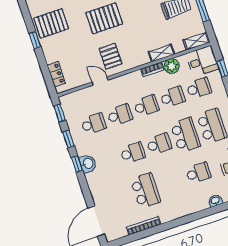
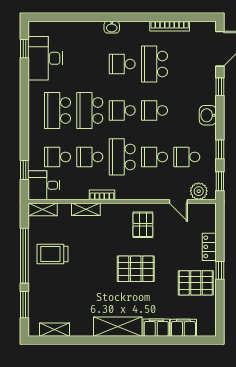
plant: (172, 66) -> (199, 191), moved
locker: (56, 74) -> (209, 247), moved
door: (100, 81) -> (178, 201), moved
school desk: (146, 106) -> (122, 157), width x1.85
window: (77, 164) -> (220, 87), moved
school desk: (198, 173) -> (122, 64), moved
washbasin: (215, 201) -> (112, 27), moved

